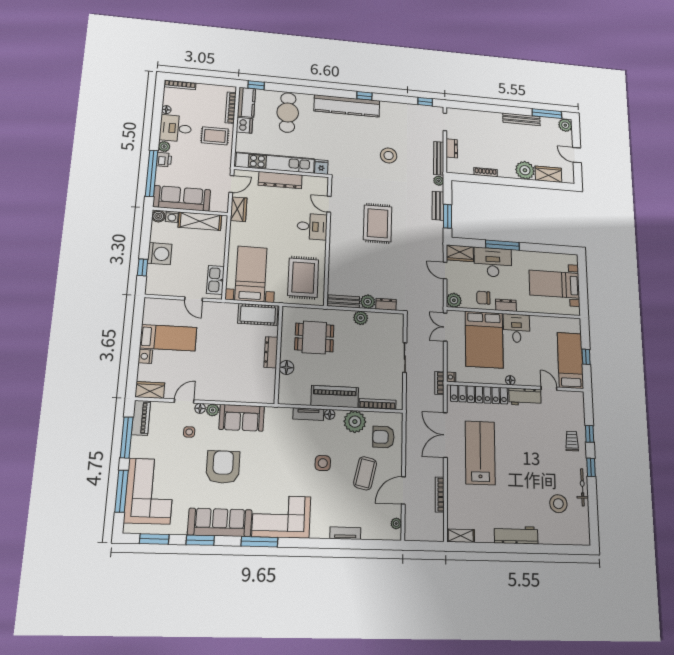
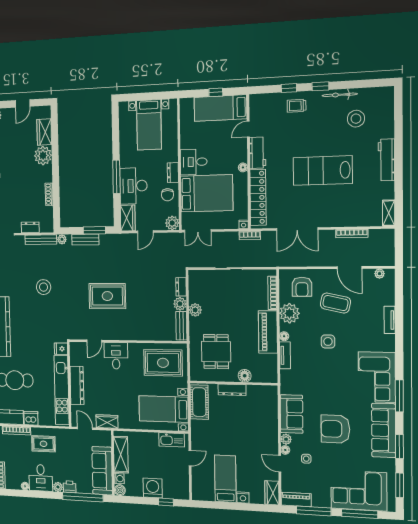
rug: (215, 136) -> (43, 444), turned 90
lab bench: (480, 453) -> (323, 171), moved

